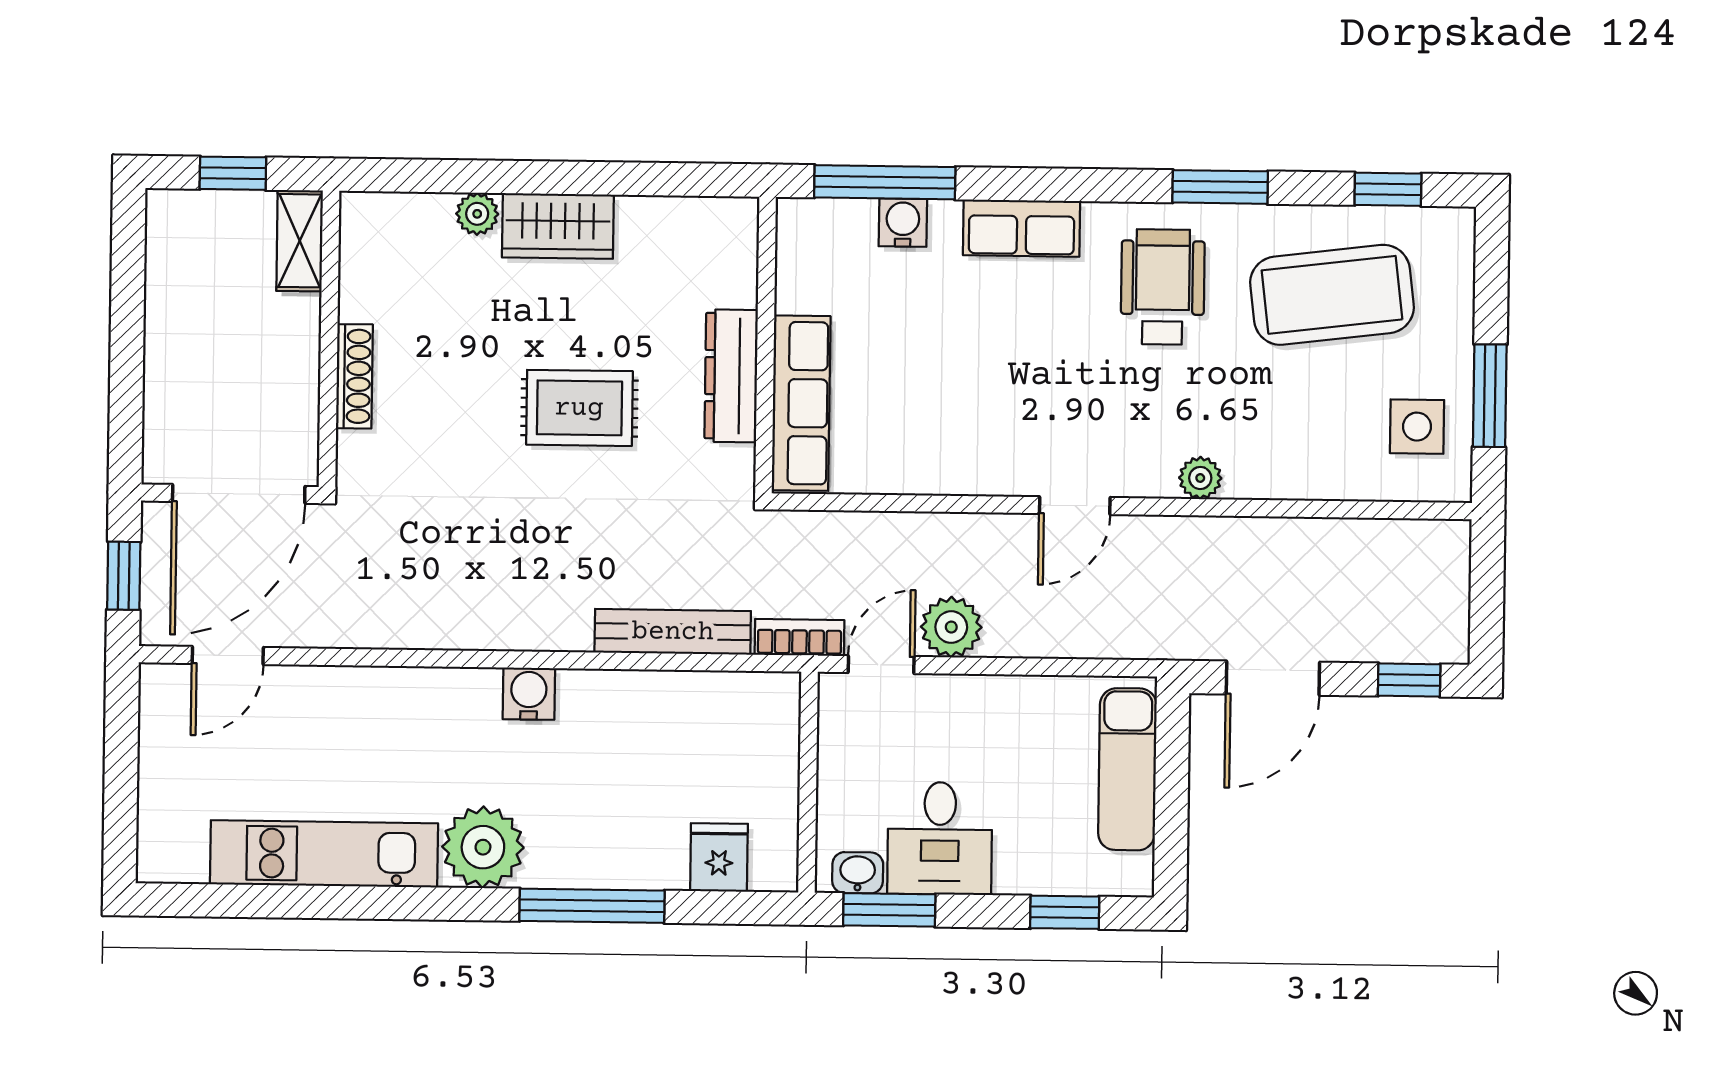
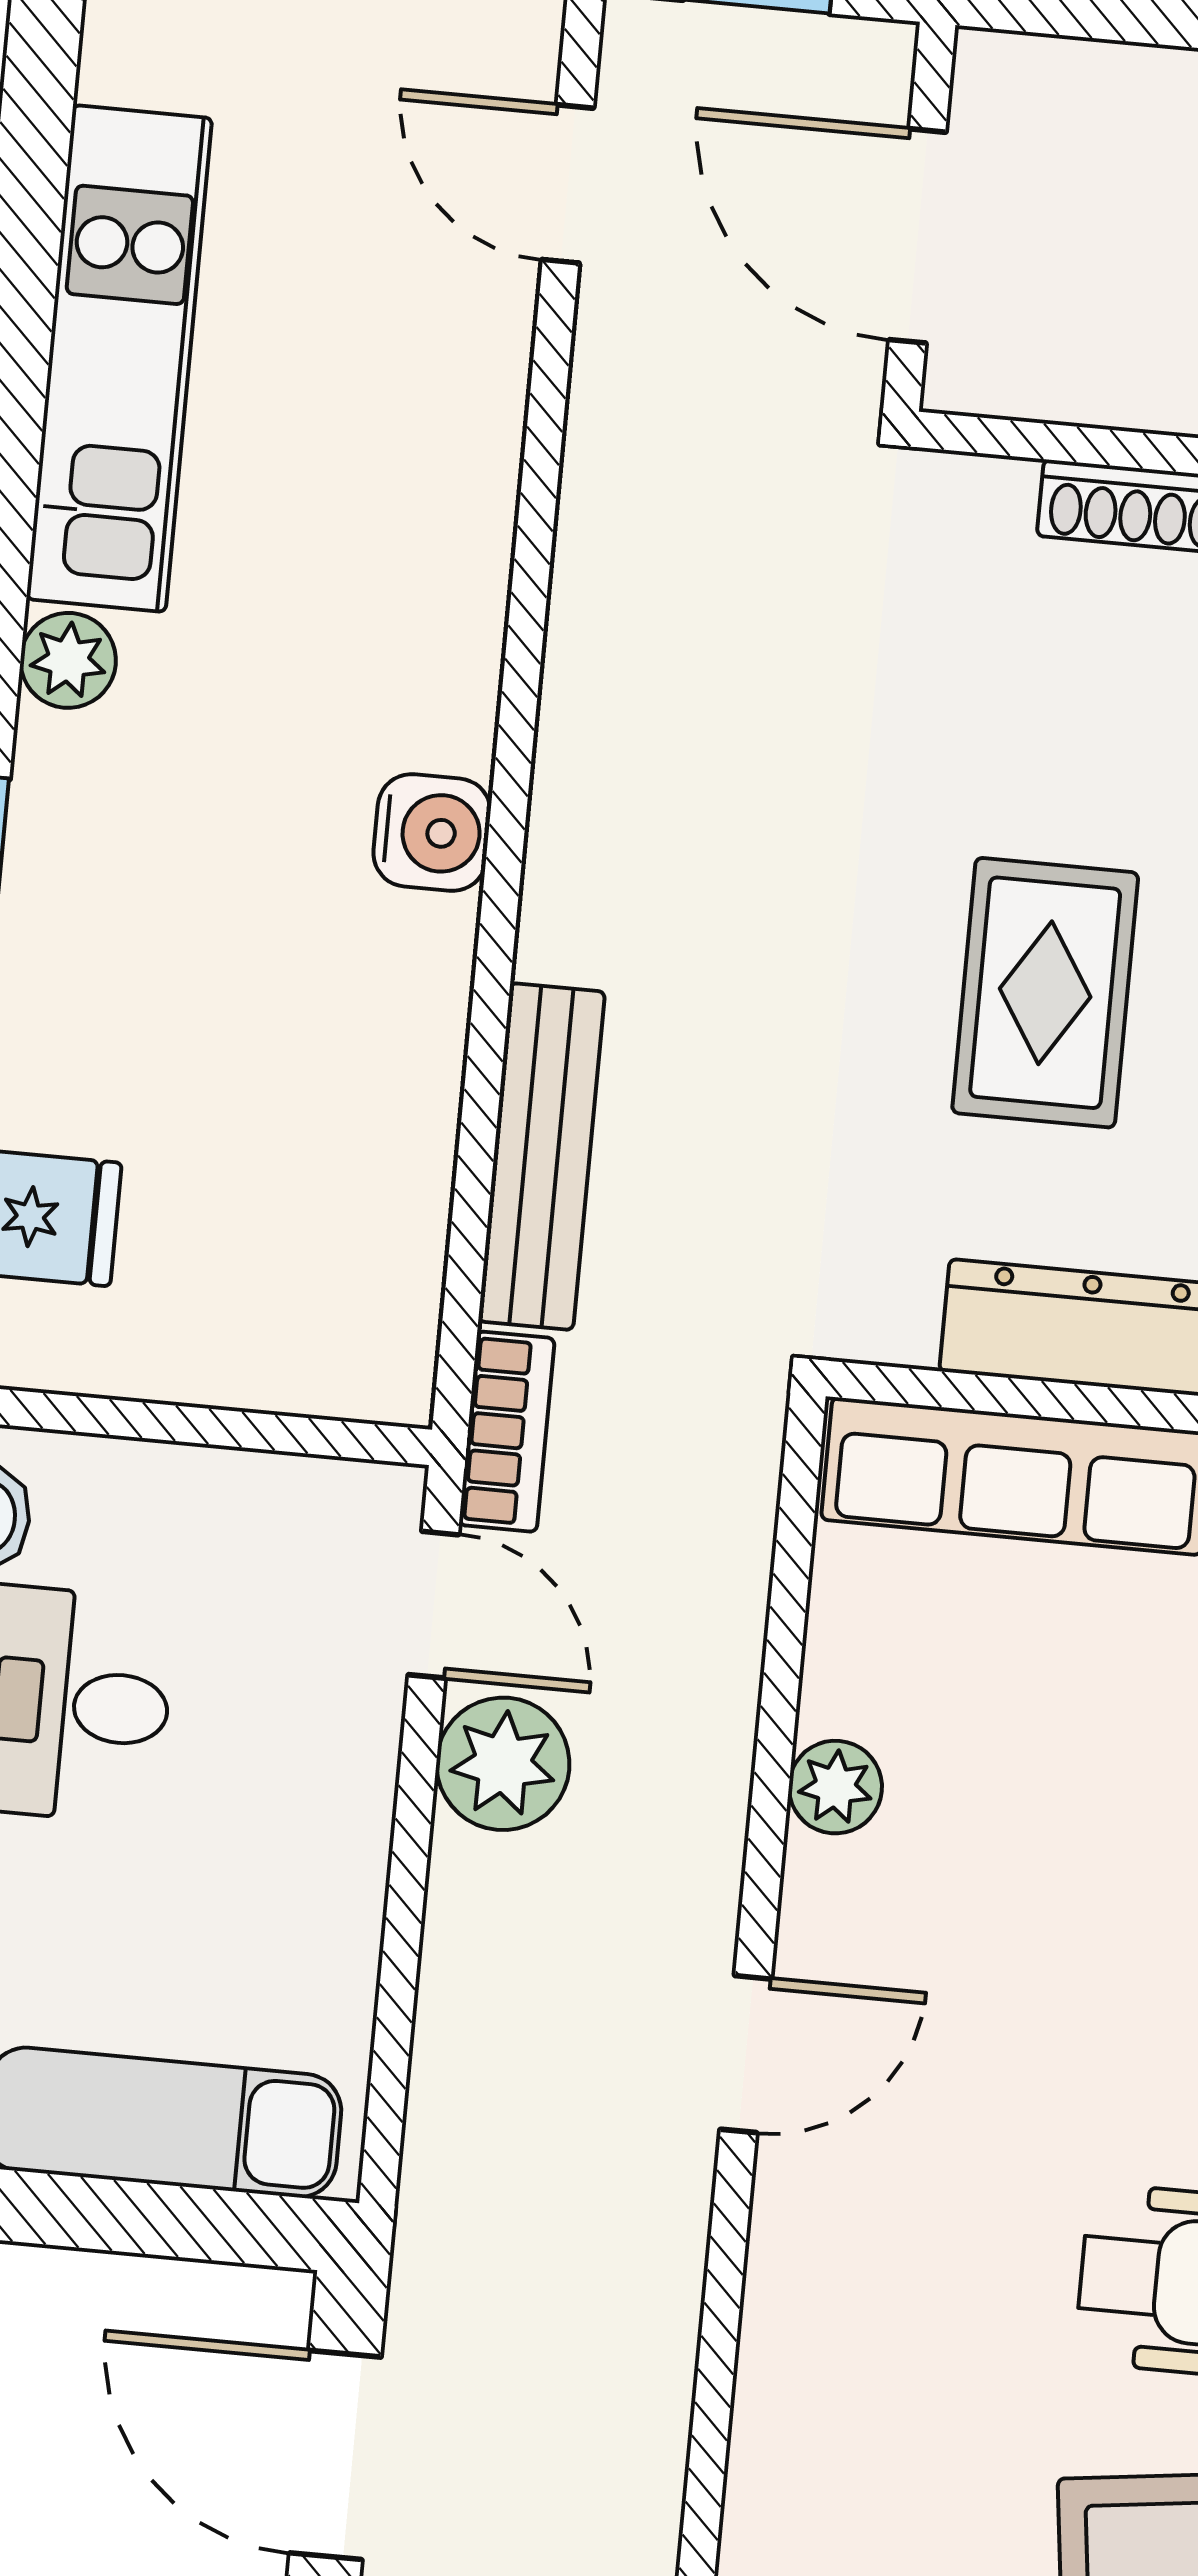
plant: (1200, 478) -> (835, 1787), moved
door: (239, 494) -> (918, 236), width x0.73
door: (1075, 506) -> (746, 2054), swing flipped
plant: (483, 847) -> (68, 660), width x0.53, depth x0.53

